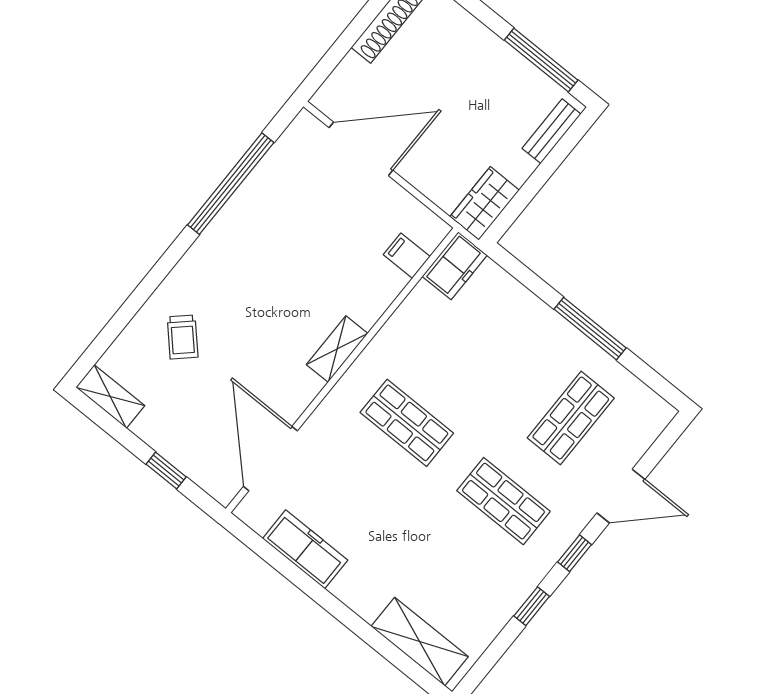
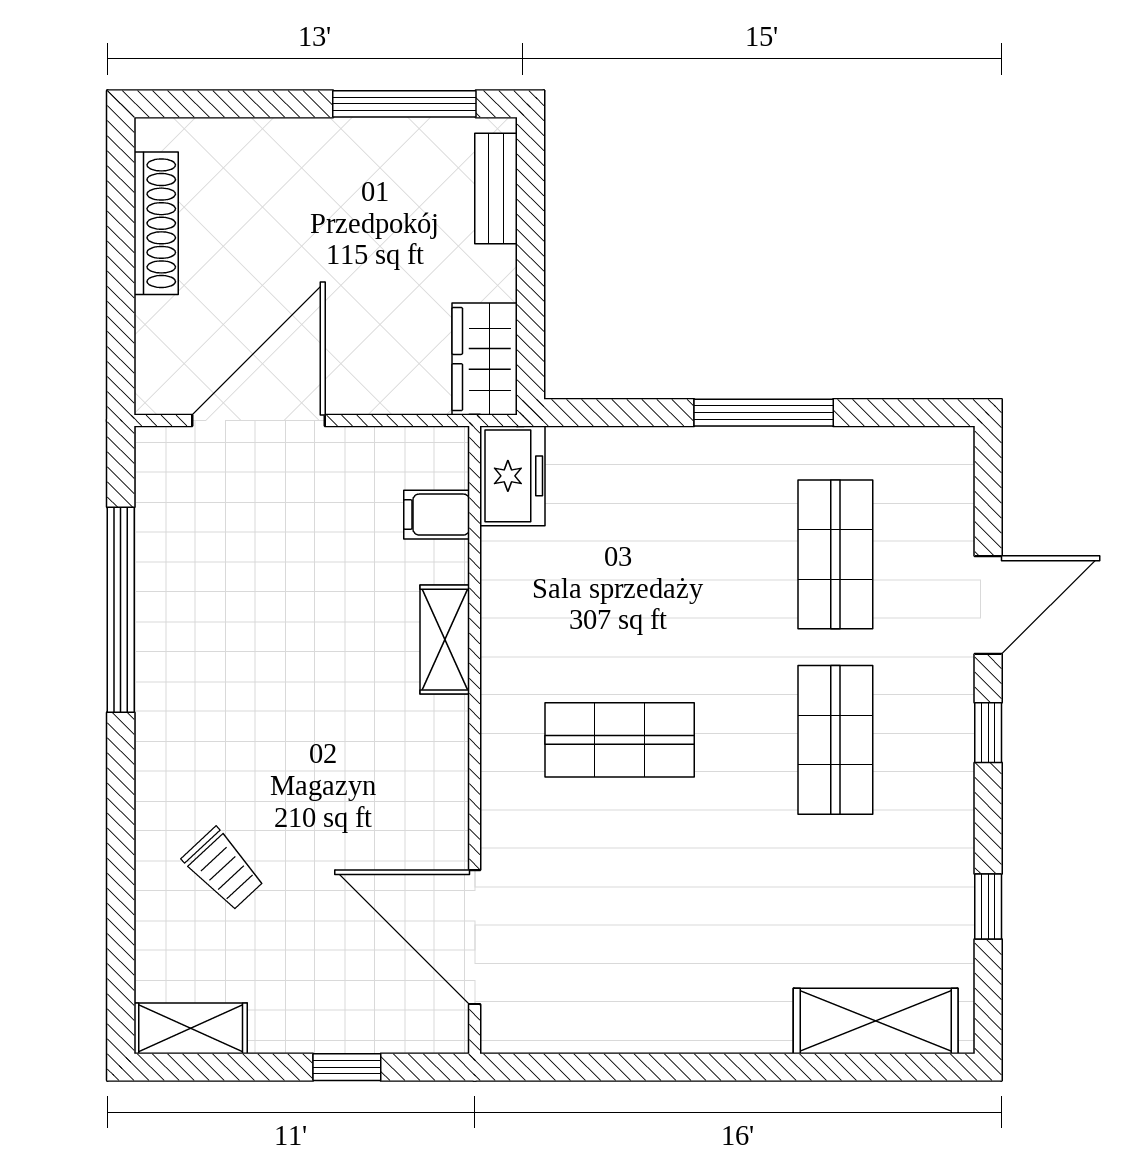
shelving: (337, 349) -> (445, 640), moved
shop shelf: (503, 501) -> (835, 740), turned 90
freezer: (305, 549) -> (620, 1022), removed
window: (532, 606) -> (988, 907), moved

